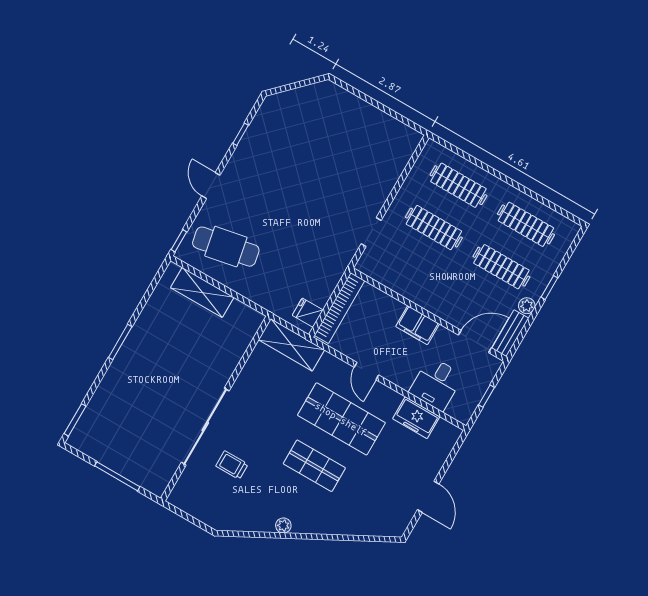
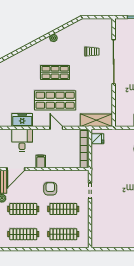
armchair: (436, 275) -> (50, 189), added
filing cabinet: (418, 325) -> (41, 161), width x0.50

